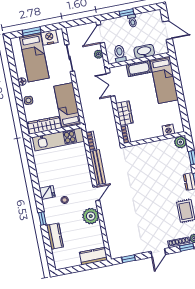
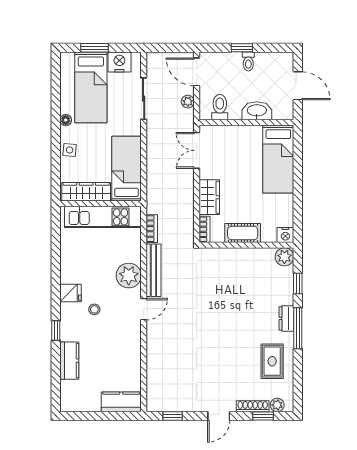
door: (100, 34) -> (197, 72), hinge flipped
cot: (139, 68) -> (243, 233), moved
nightstand: (168, 130) -> (285, 235), moved
plant: (91, 216) -> (129, 276), moved

